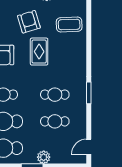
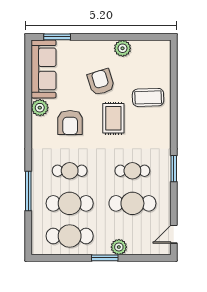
coffee table: (69, 24) -> (148, 97), moved
cafe table: (55, 121) -> (132, 203), width x1.37, depth x1.35

